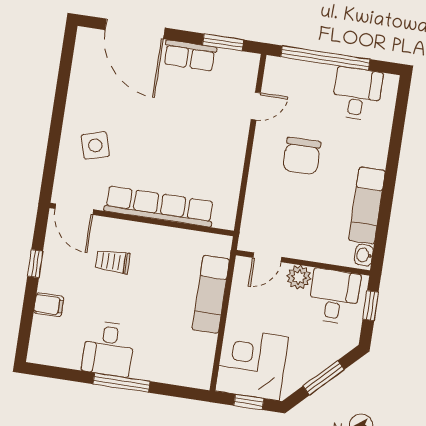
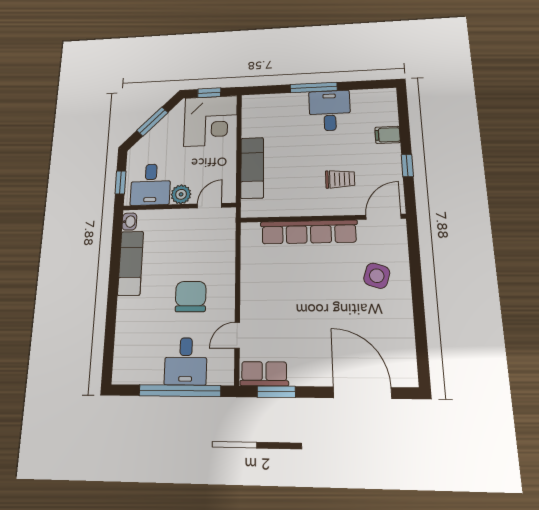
row of seats: (190, 56) -> (264, 374), moved
desk: (357, 94) -> (186, 361), moved
side table: (95, 145) -> (377, 276), turned 34
door: (74, 209) -> (383, 217), hinge flipped

